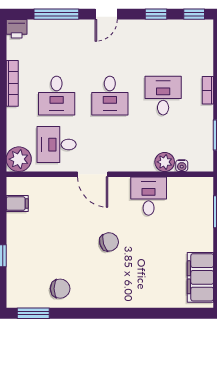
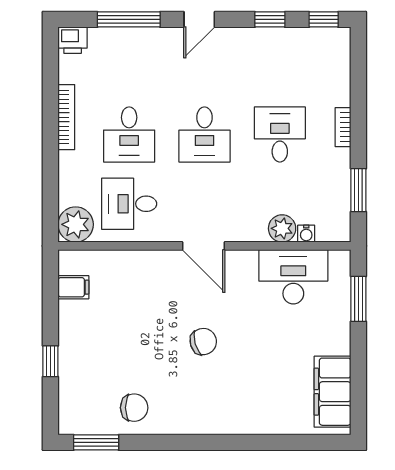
door: (93, 174) -> (204, 246), moved
desk: (149, 196) -> (293, 277), moved, width x1.37

